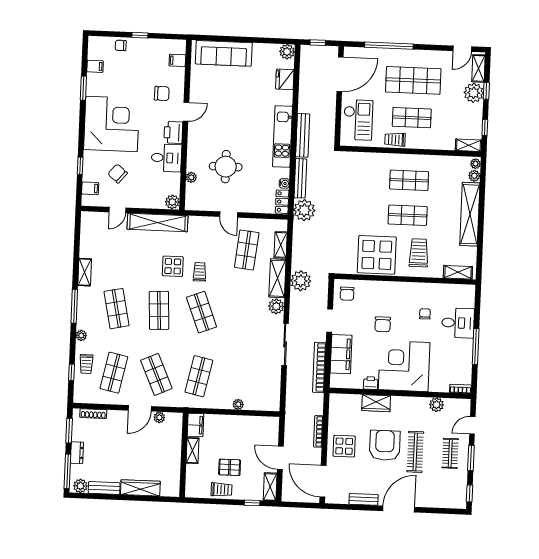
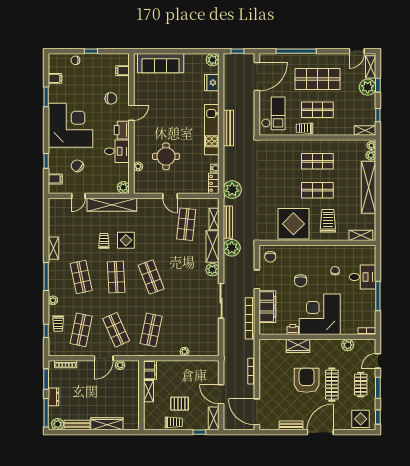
bench: (300, 178) -> (228, 222), moved
trolley: (200, 272) -> (104, 241), moved
display table: (344, 446) -> (361, 419), moved

